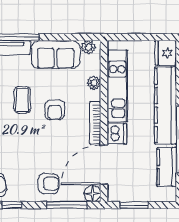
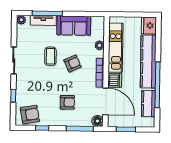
plant: (88, 47) -> (96, 21), removed
armchair: (55, 110) -> (73, 63), turned -114
door: (104, 165) -> (106, 101), swing flipped
armchair: (49, 184) -> (67, 102), moved

